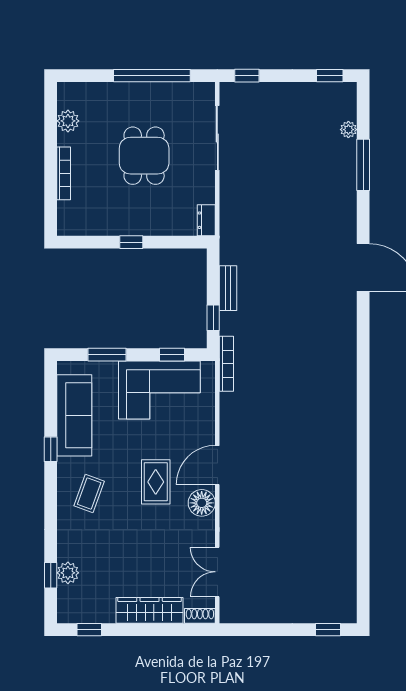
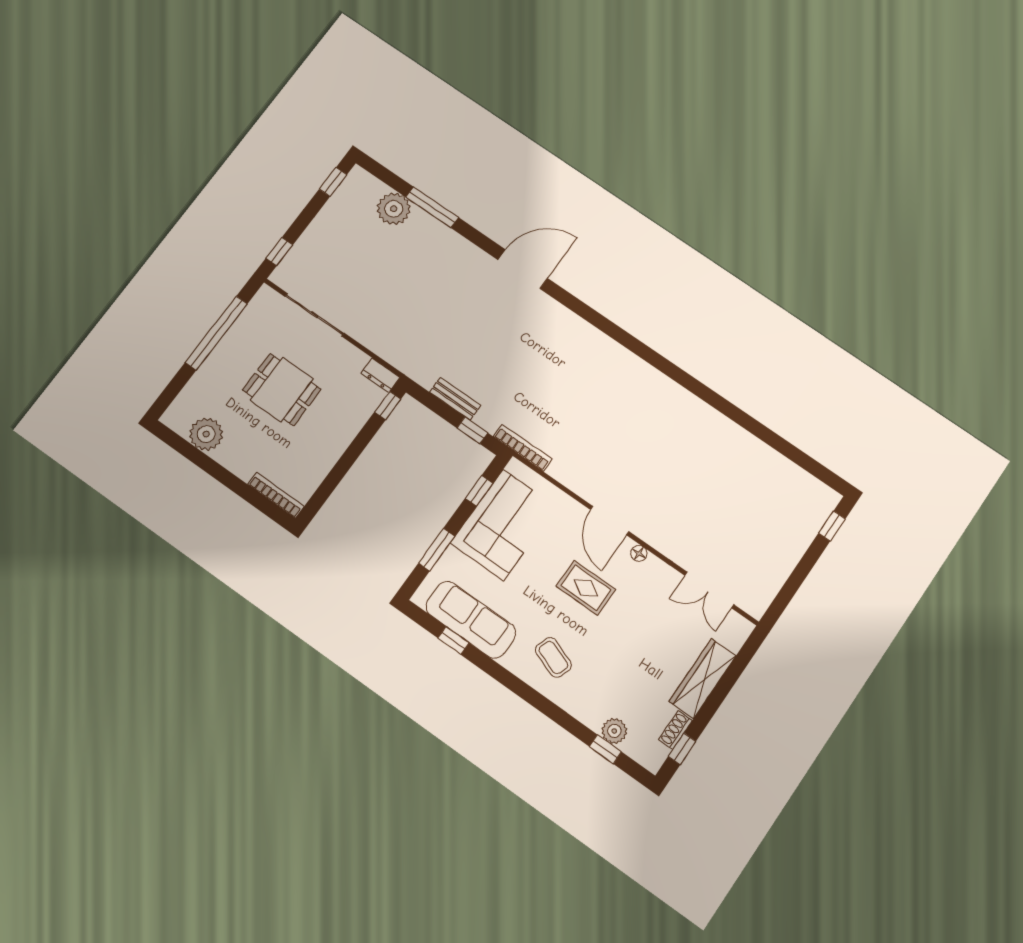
plant: (68, 121) -> (206, 434), width x1.36, depth x1.36
plant: (348, 130) -> (394, 209), width x1.87, depth x1.87
bookcase: (64, 173) -> (276, 495), moved
window: (131, 242) -> (388, 406), moved
window: (51, 449) -> (453, 640), moved
floor lamp: (202, 503) -> (639, 553), width x0.53, depth x0.53
shoe rack: (200, 616) -> (676, 730), moved

